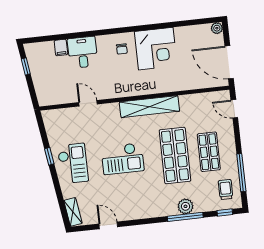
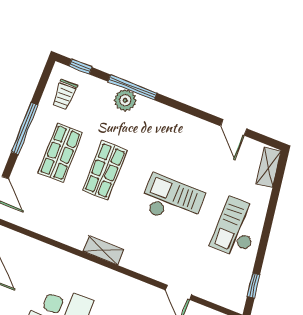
shelving: (149, 107) -> (103, 250), width x0.45, depth x0.75
shop shelf: (175, 155) -> (105, 170), width x0.70, depth x0.74
window: (49, 156) -> (254, 286), moved
window: (241, 173) -> (24, 129), moved

